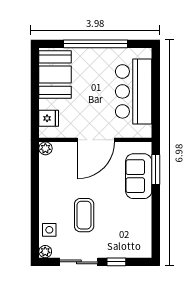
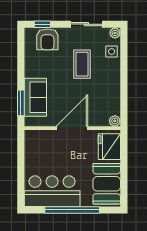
bar counter: (134, 91) -> (52, 191), moved, turned -90
fridge: (49, 118) -> (109, 147), width x1.88, depth x1.34
armchair: (125, 244) -> (47, 39), added
window: (116, 262) -> (42, 24), moved

